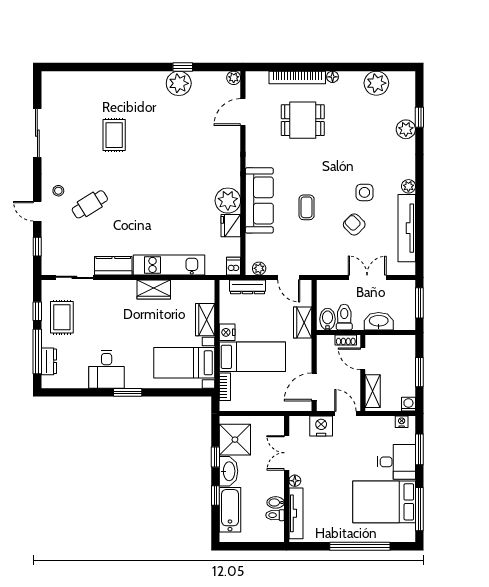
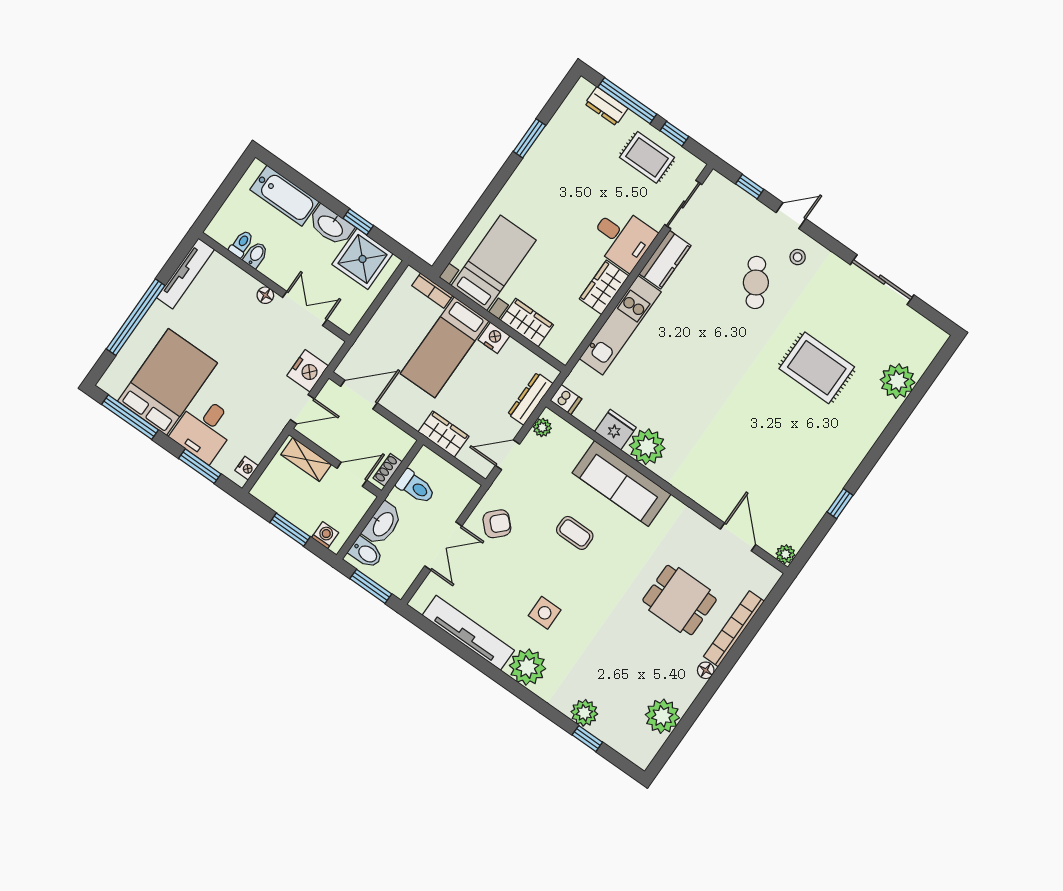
plant: (179, 83) -> (898, 381), moved
dining table: (303, 120) -> (680, 600), turned 90
rug: (114, 135) -> (817, 368), width x1.36, depth x1.43
plant: (408, 186) -> (528, 667), width x1.88, depth x1.88
armchair: (354, 224) -> (497, 524), moved
bidet: (328, 319) -> (366, 553), moved
desk: (107, 369) -> (622, 238), moved, turned 180
door: (314, 387) -> (359, 395), hinge flipped
window: (128, 392) -> (529, 138), moved
washing machine: (408, 404) -> (325, 535), moved, turned -90
window: (215, 495) -> (313, 190), removed
tv unit: (296, 513) -> (185, 274), moved, turned -90

